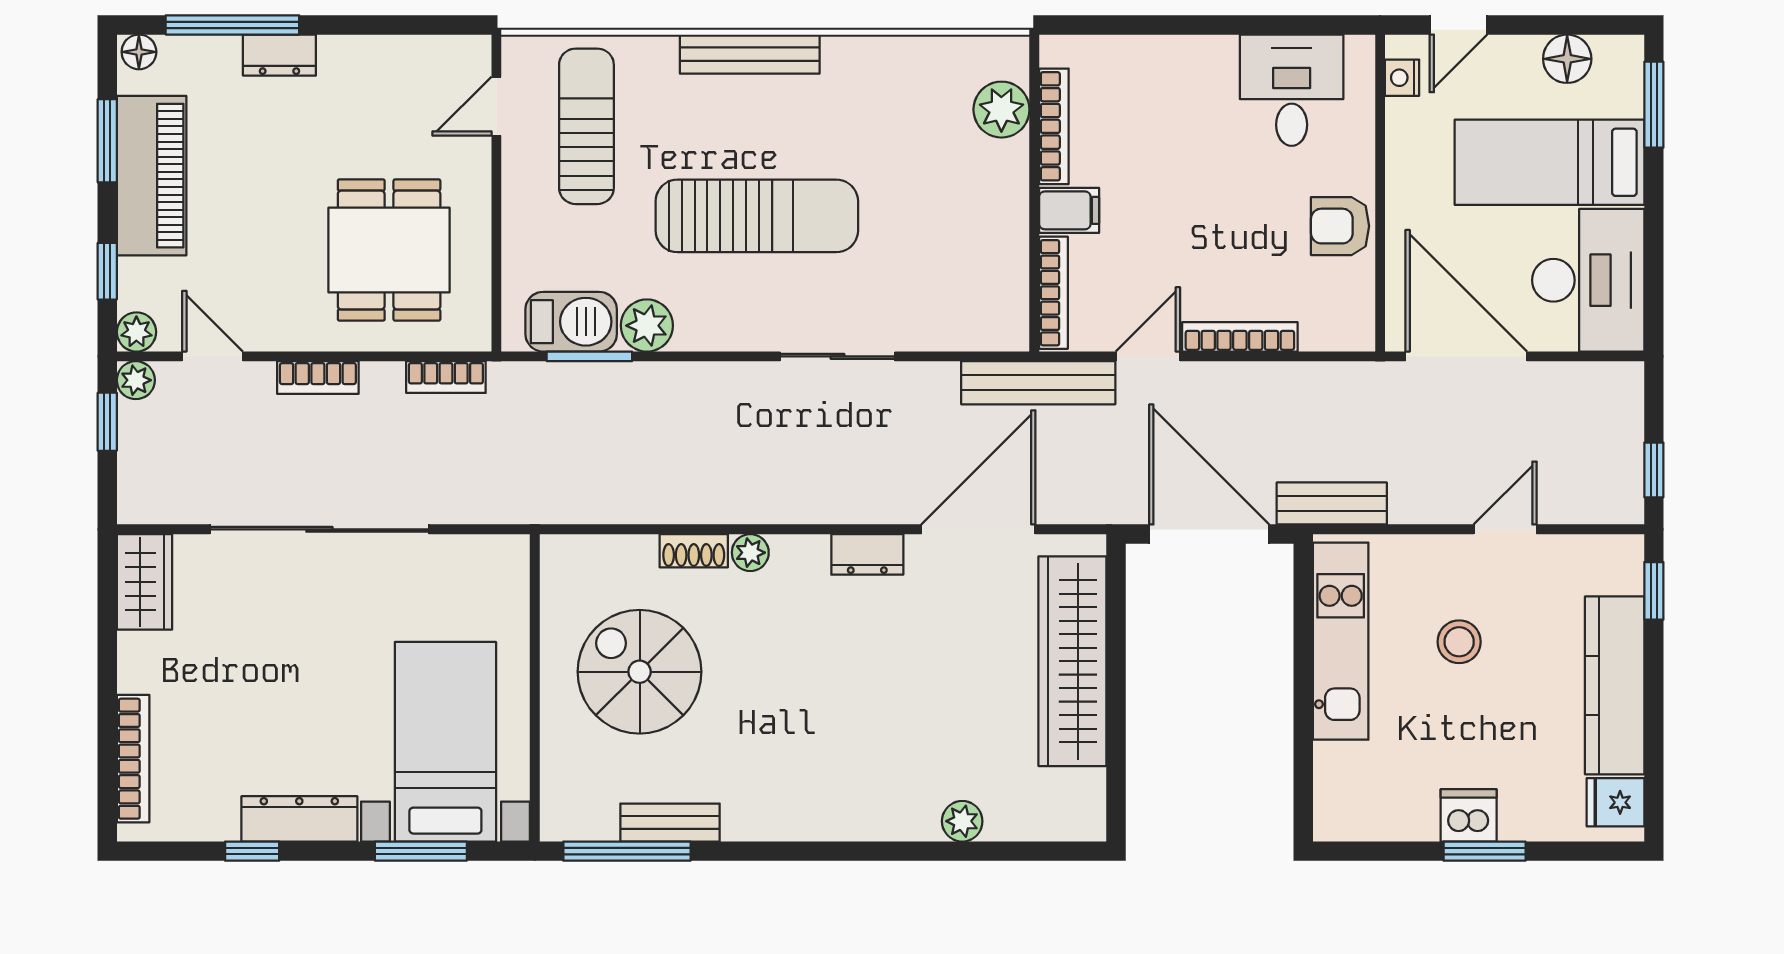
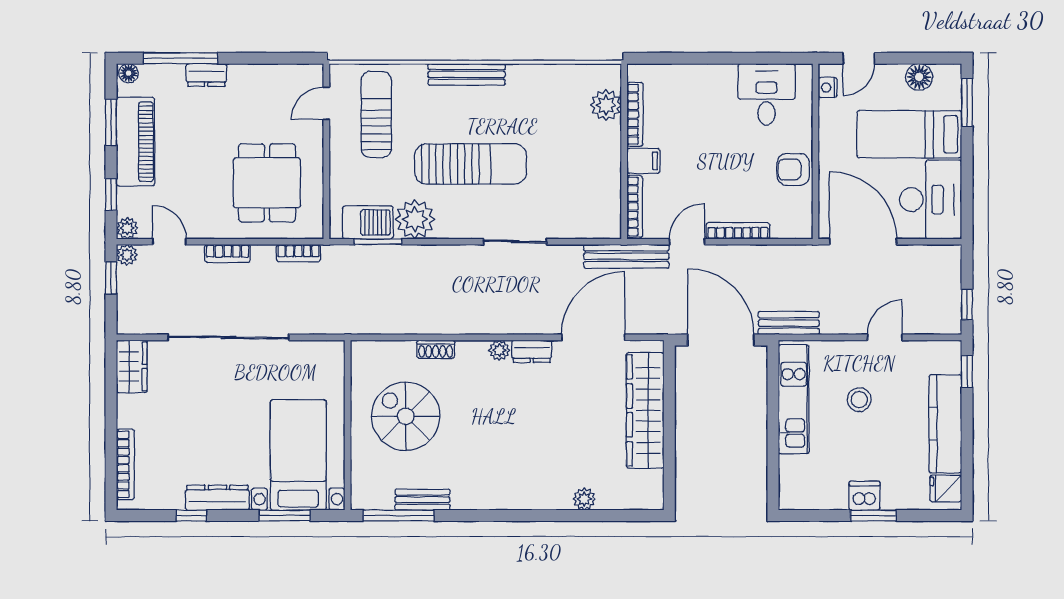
plant: (647, 326) -> (415, 219), width x1.36, depth x1.36
plant: (750, 553) -> (499, 350), moved

